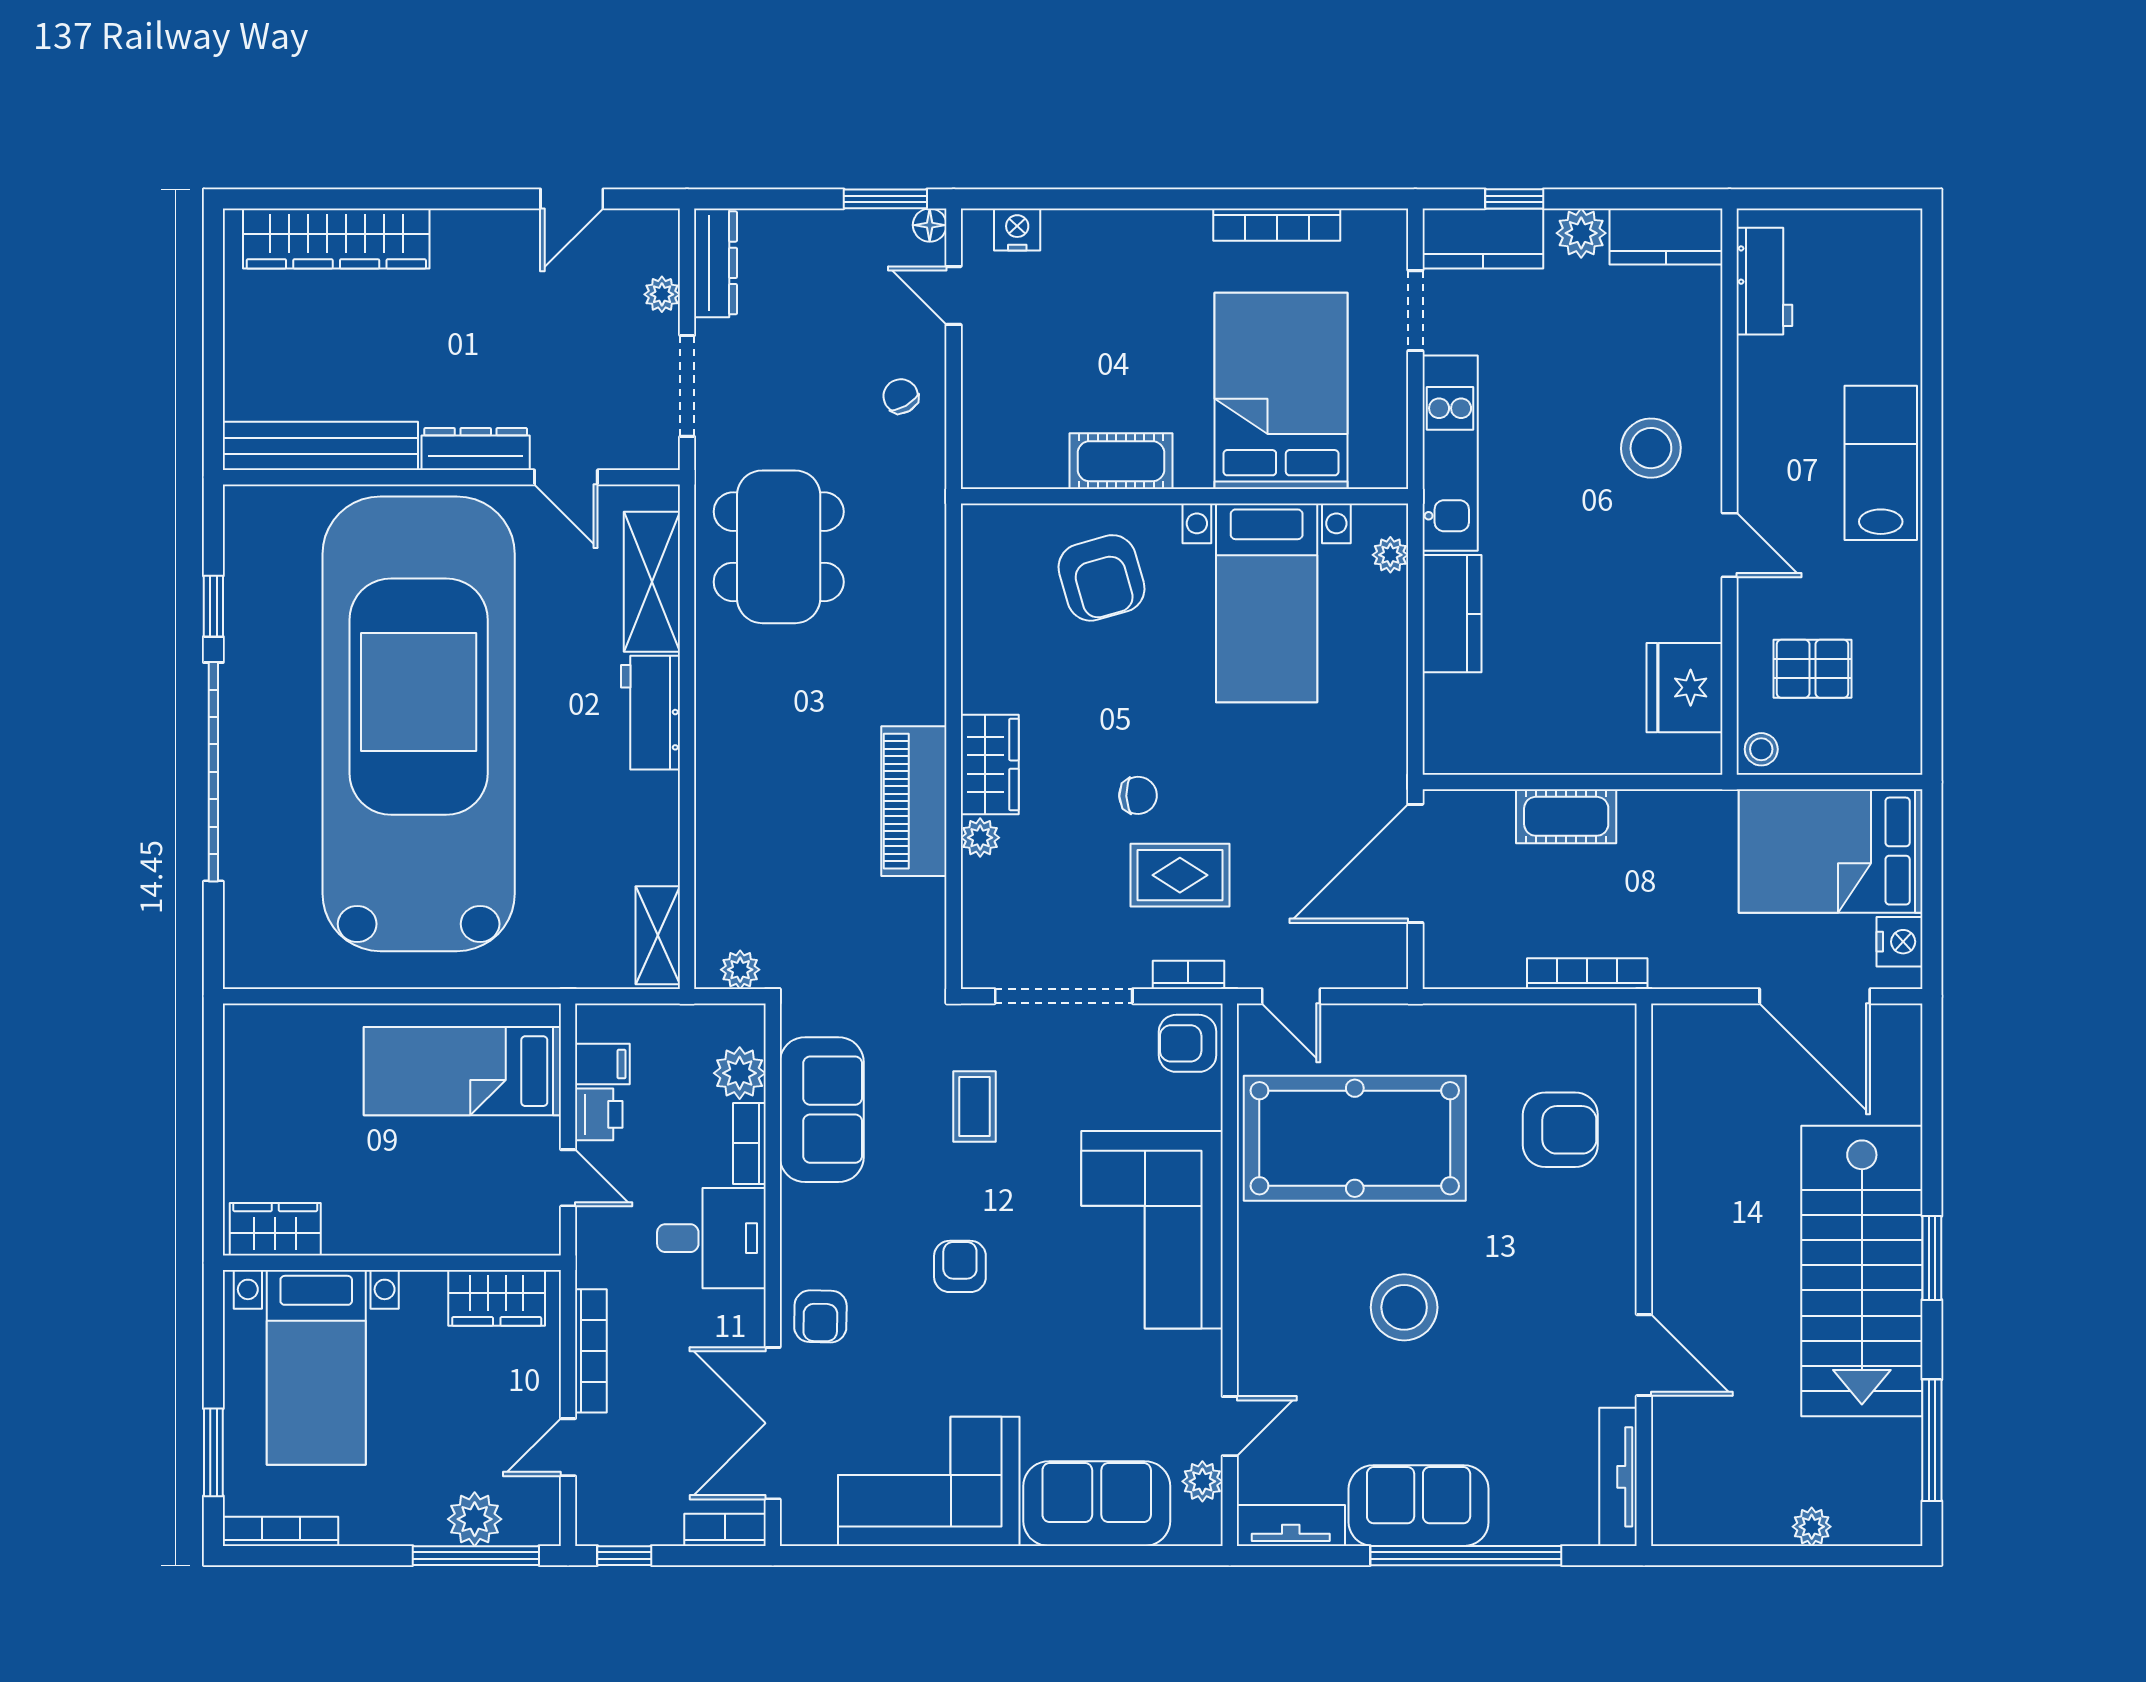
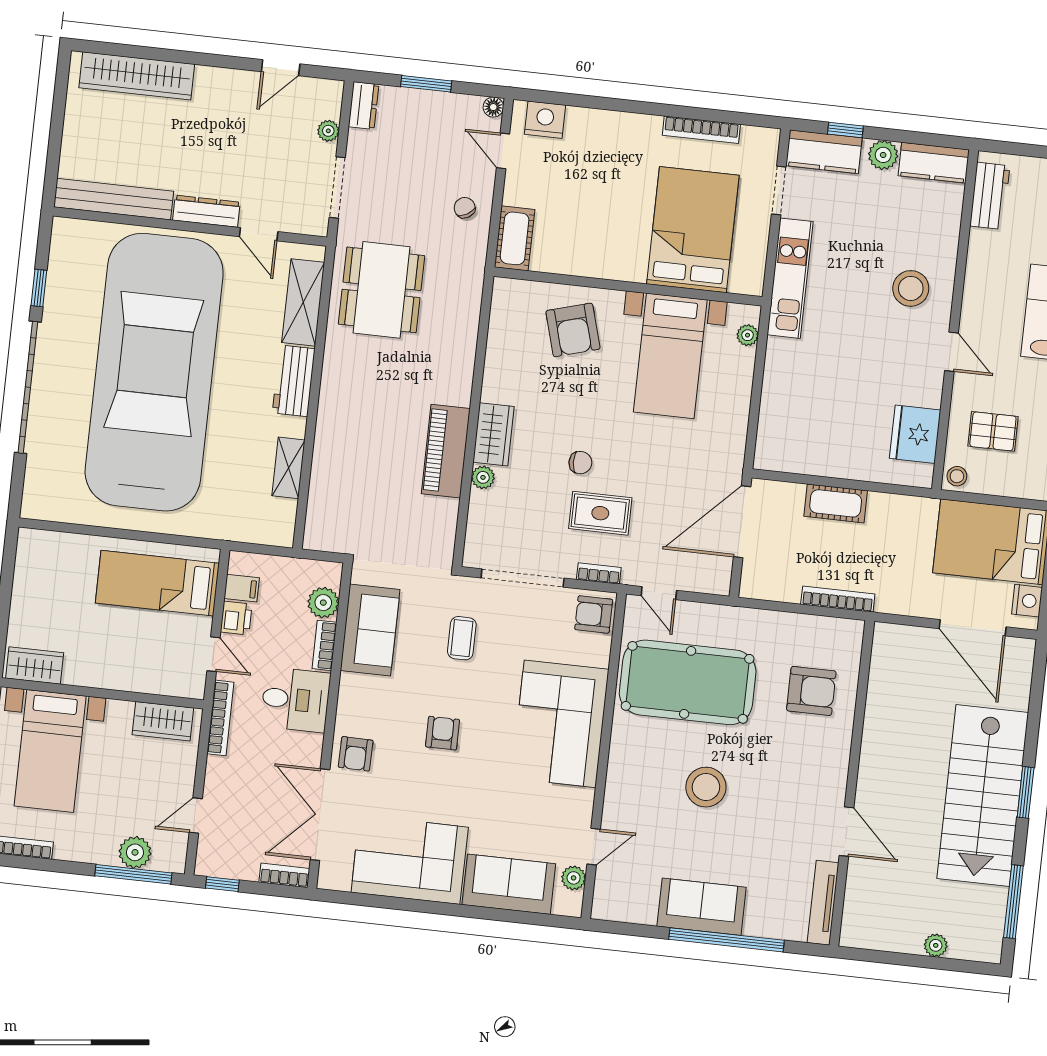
window: (885, 199) -> (426, 84), moved
nightstand: (1017, 229) -> (545, 120), width x1.36, depth x1.33
dresser: (716, 263) -> (364, 106), width x0.70
cot: (1121, 461) -> (515, 238), moved, turned 90
kitchen counter: (1452, 614) -> (781, 374), removed
shelving: (658, 935) -> (289, 468), moved
plant: (740, 970) -> (330, 541), removed
bookcase: (591, 1351) -> (220, 718), moved
tv unit: (1291, 1525) -> (624, 910), removed

